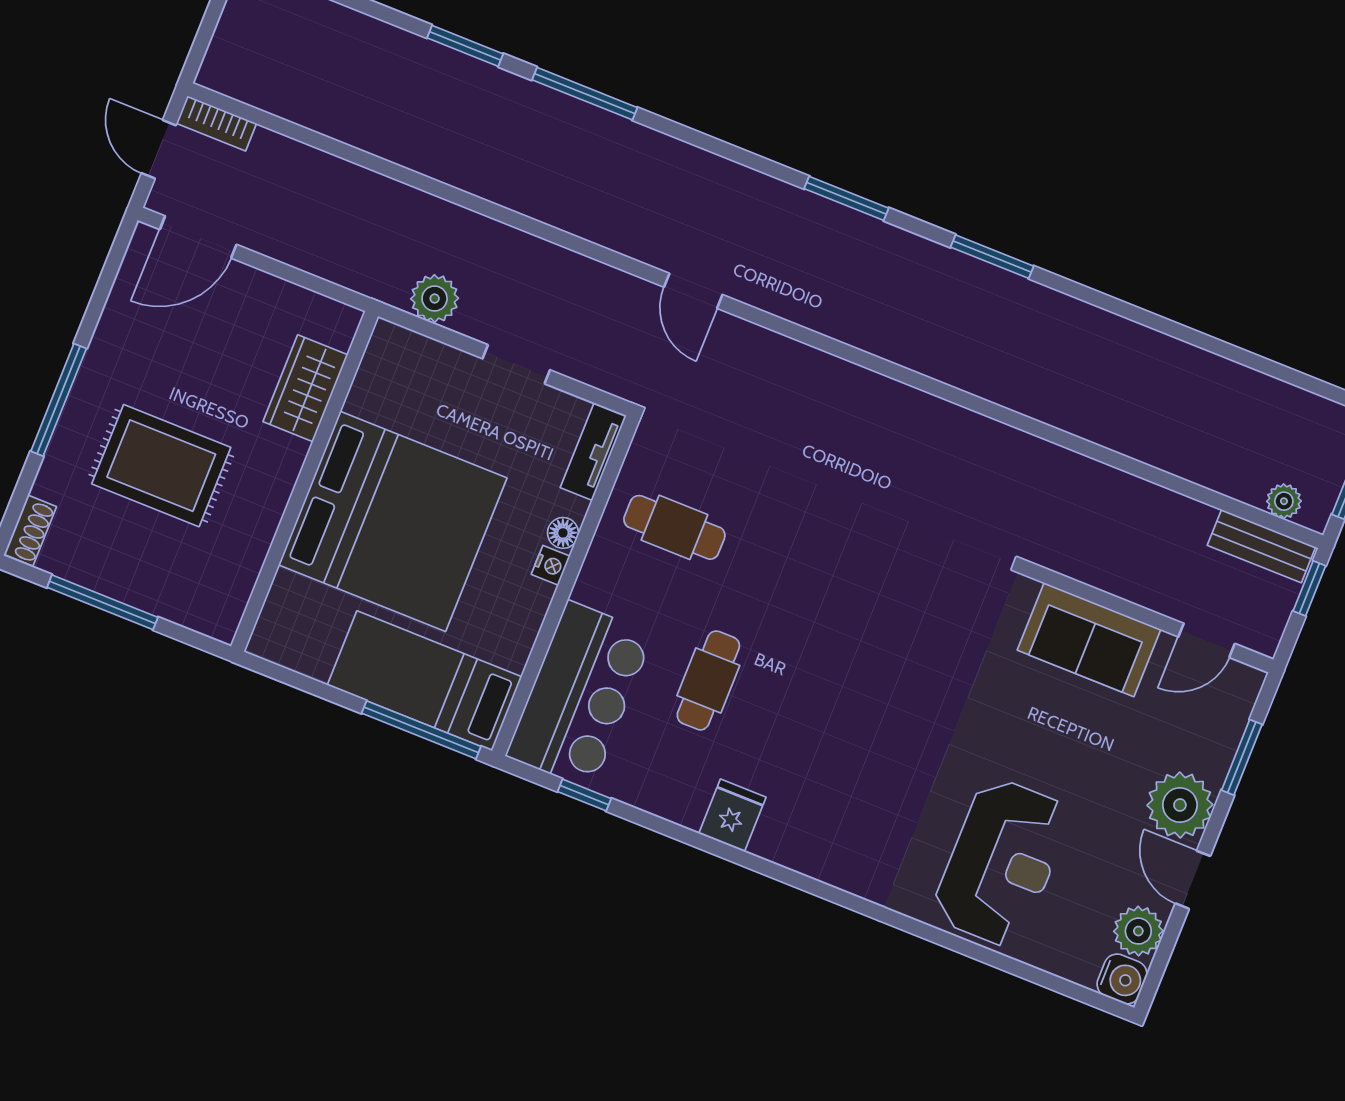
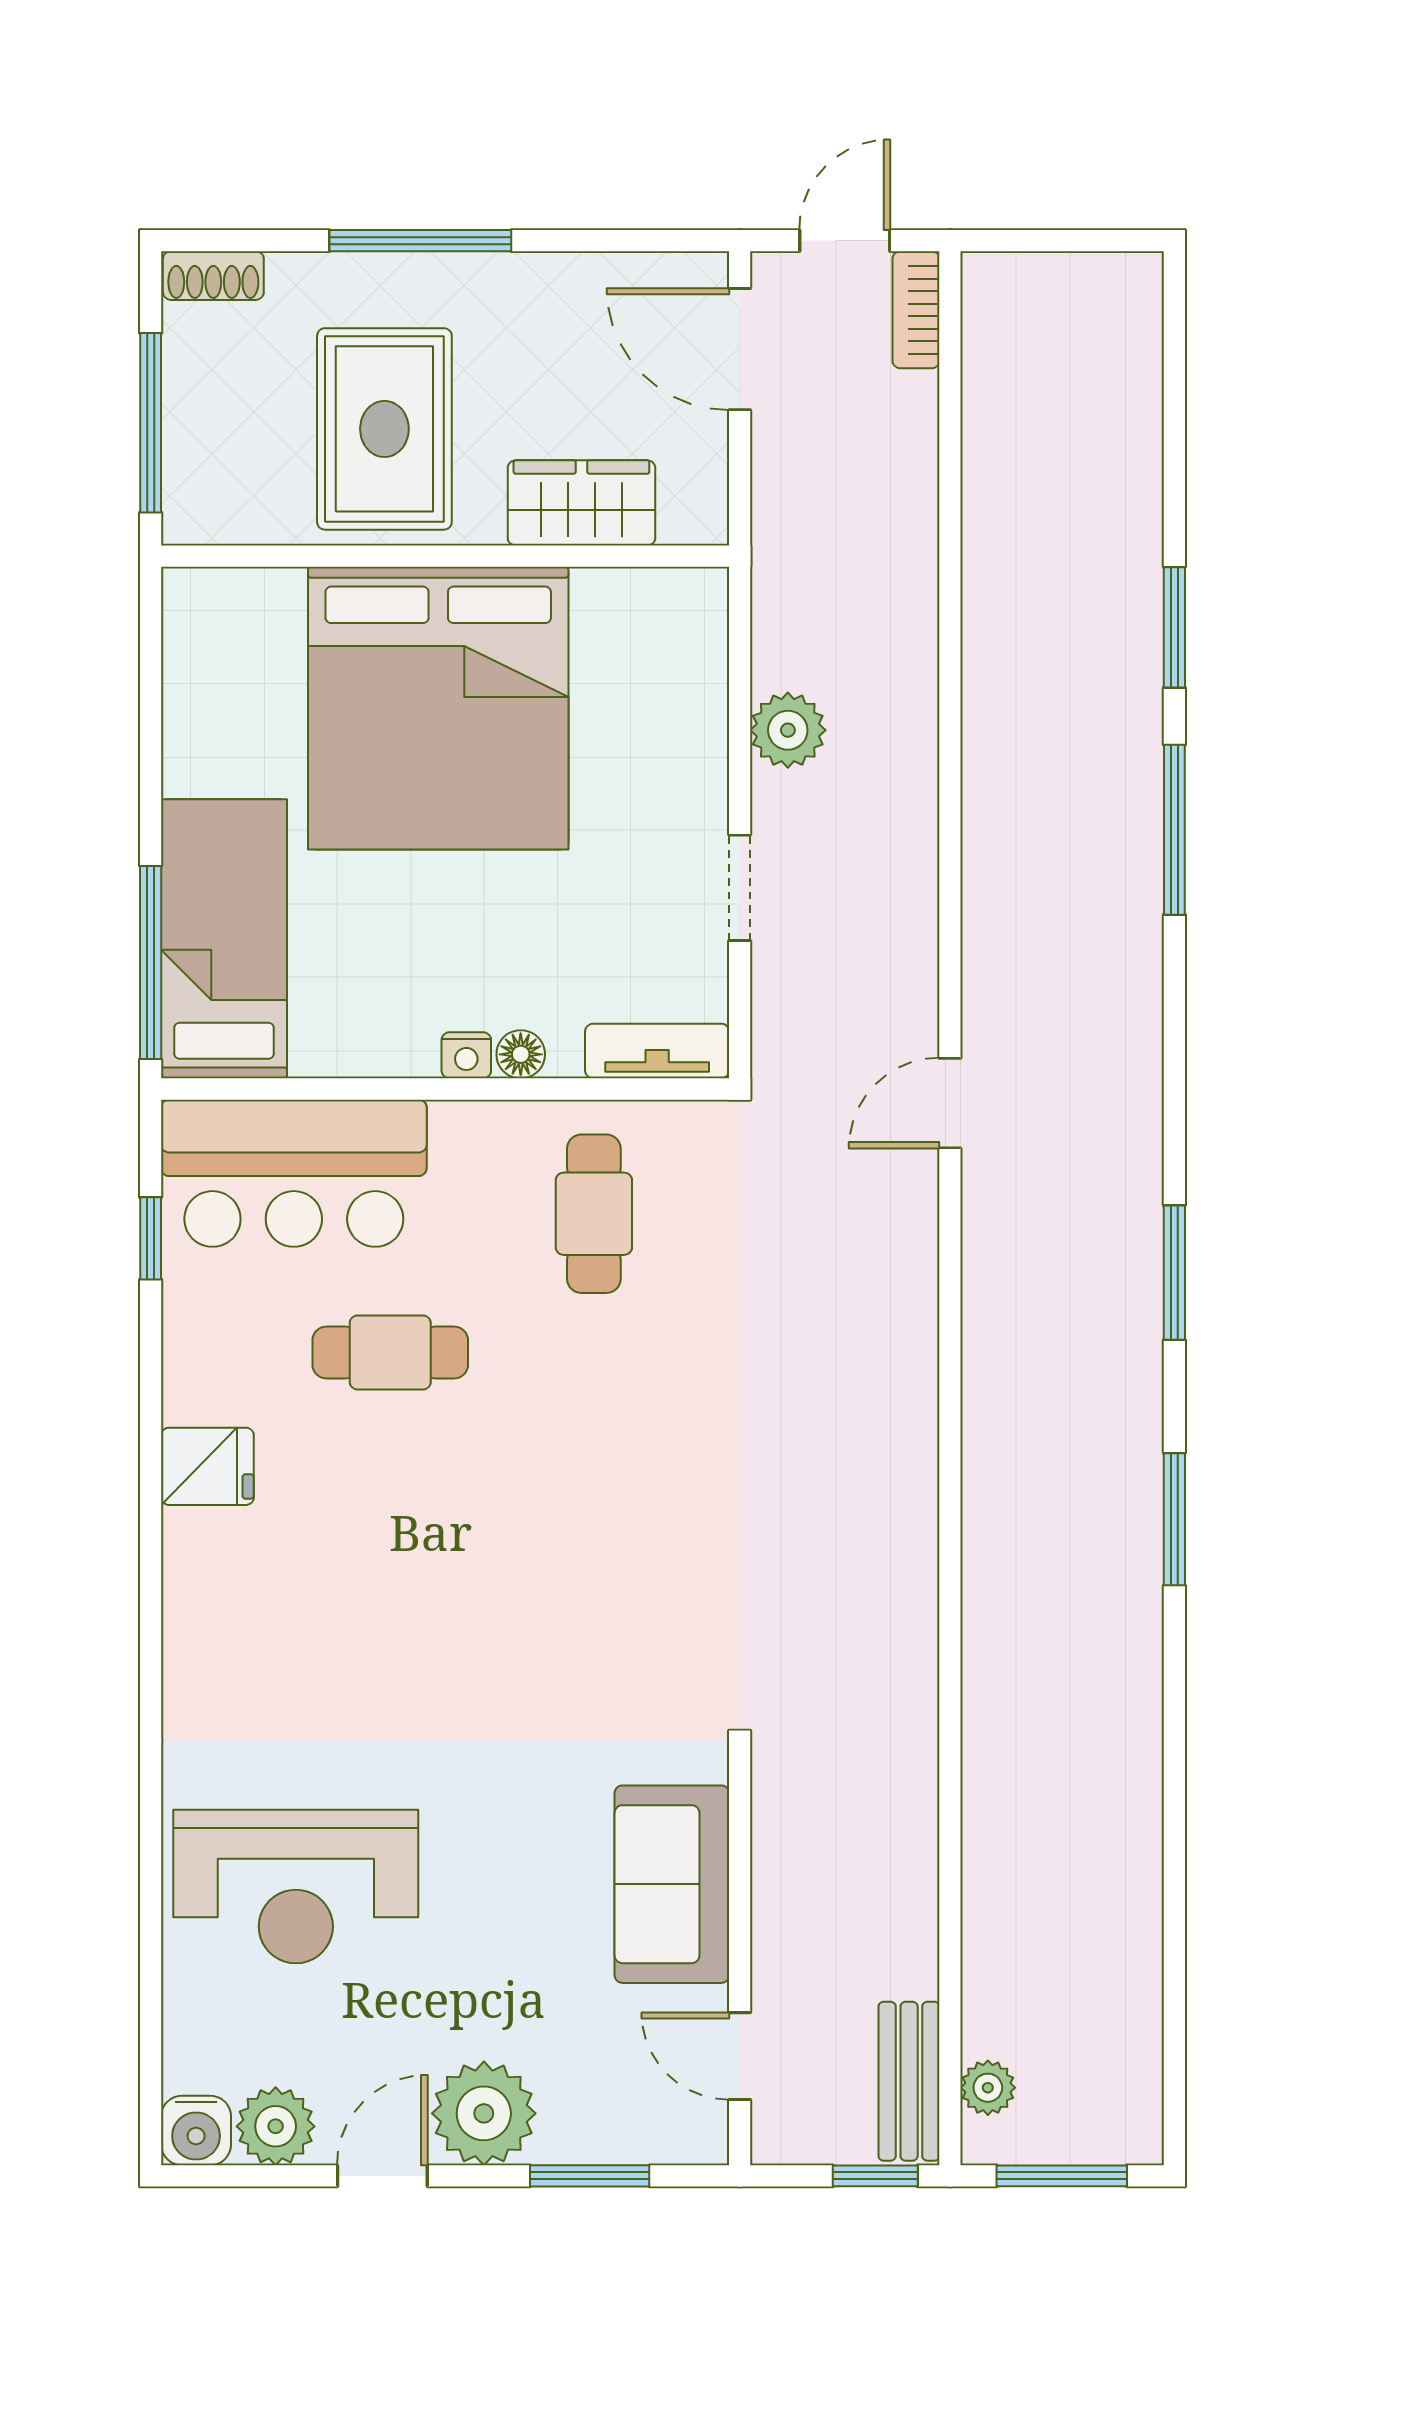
wardrobe: (305, 388) -> (581, 503), moved
wall: (305, 481) -> (445, 556), moved
bed: (393, 521) -> (438, 708), moved

